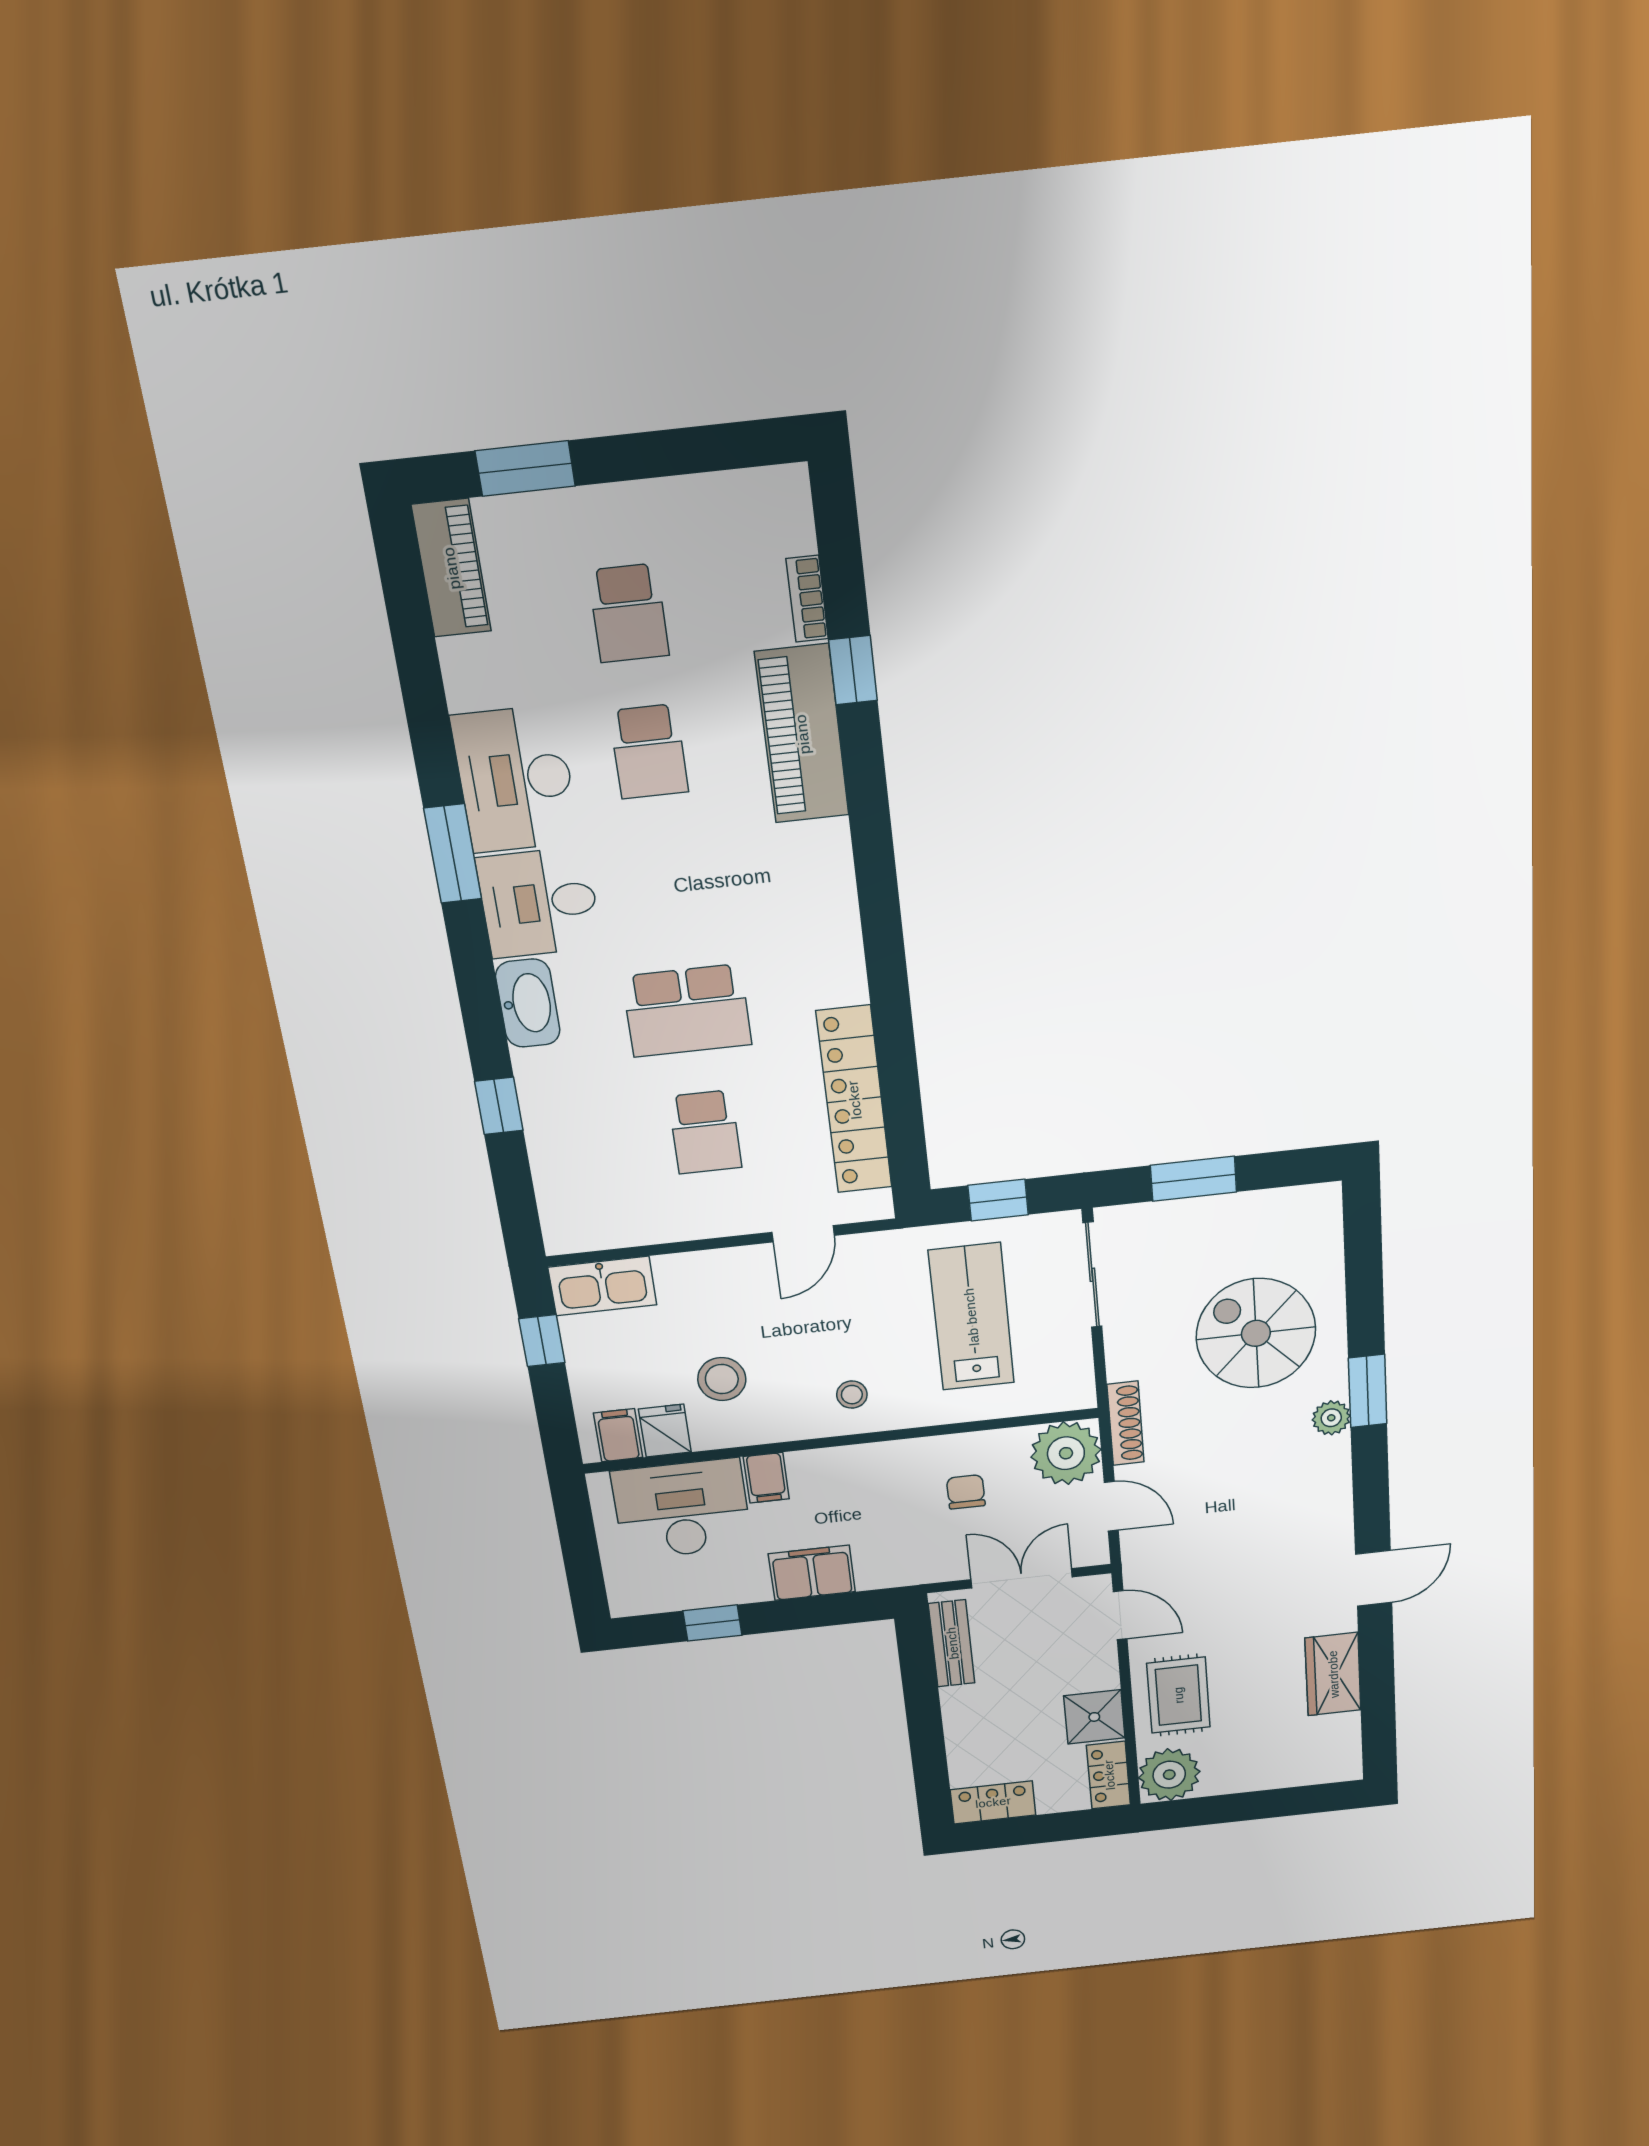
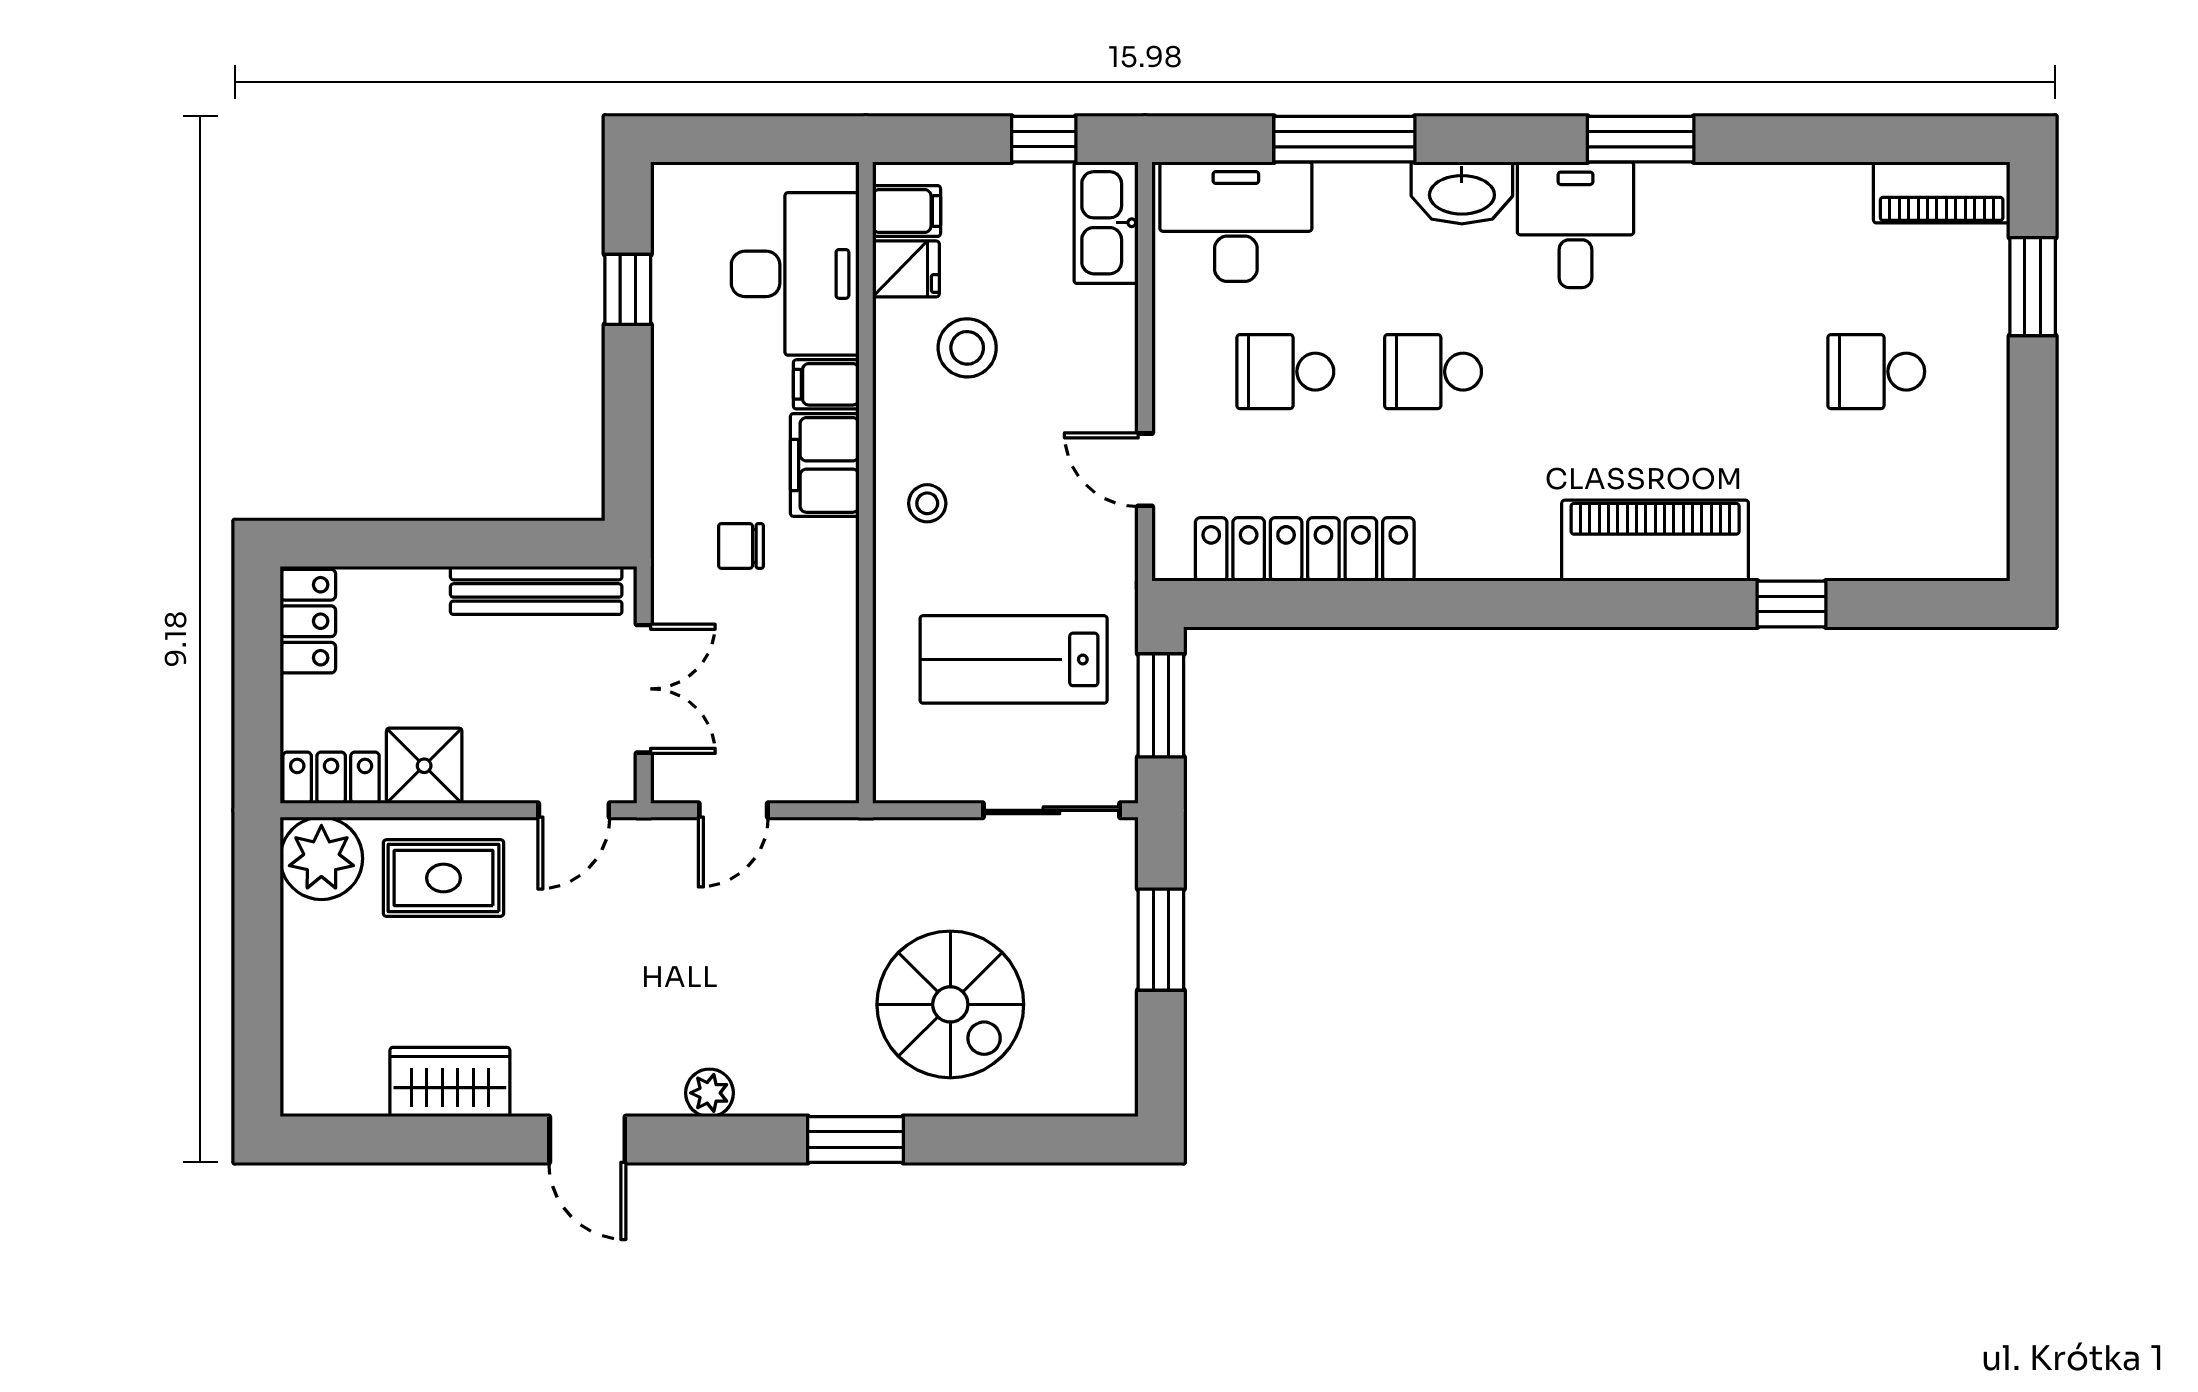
bookcase: (807, 599) -> (1871, 564), removed
piano: (802, 734) -> (1655, 541), moved
school desk: (649, 752) -> (1729, 372), removed
desk: (515, 779) -> (1236, 222), moved
school desk: (687, 1011) -> (1433, 372), width x0.54
window: (499, 1106) -> (1344, 139), width x2.17
window: (998, 1200) -> (1161, 705), width x1.50
lab bench: (971, 1317) -> (1014, 659), turned 180
spiral stairs: (1256, 1333) -> (950, 1004), turned 90
plant: (1331, 1418) -> (710, 1093), moved
shoe rack: (1125, 1423) -> (847, 836), removed
plant: (1066, 1453) -> (815, 759), removed
chair: (966, 1492) -> (741, 546), moved, turned 180
filing cabinet: (812, 1573) -> (825, 465), moved, turned 180
bench: (952, 1643) -> (536, 590), width x1.36

